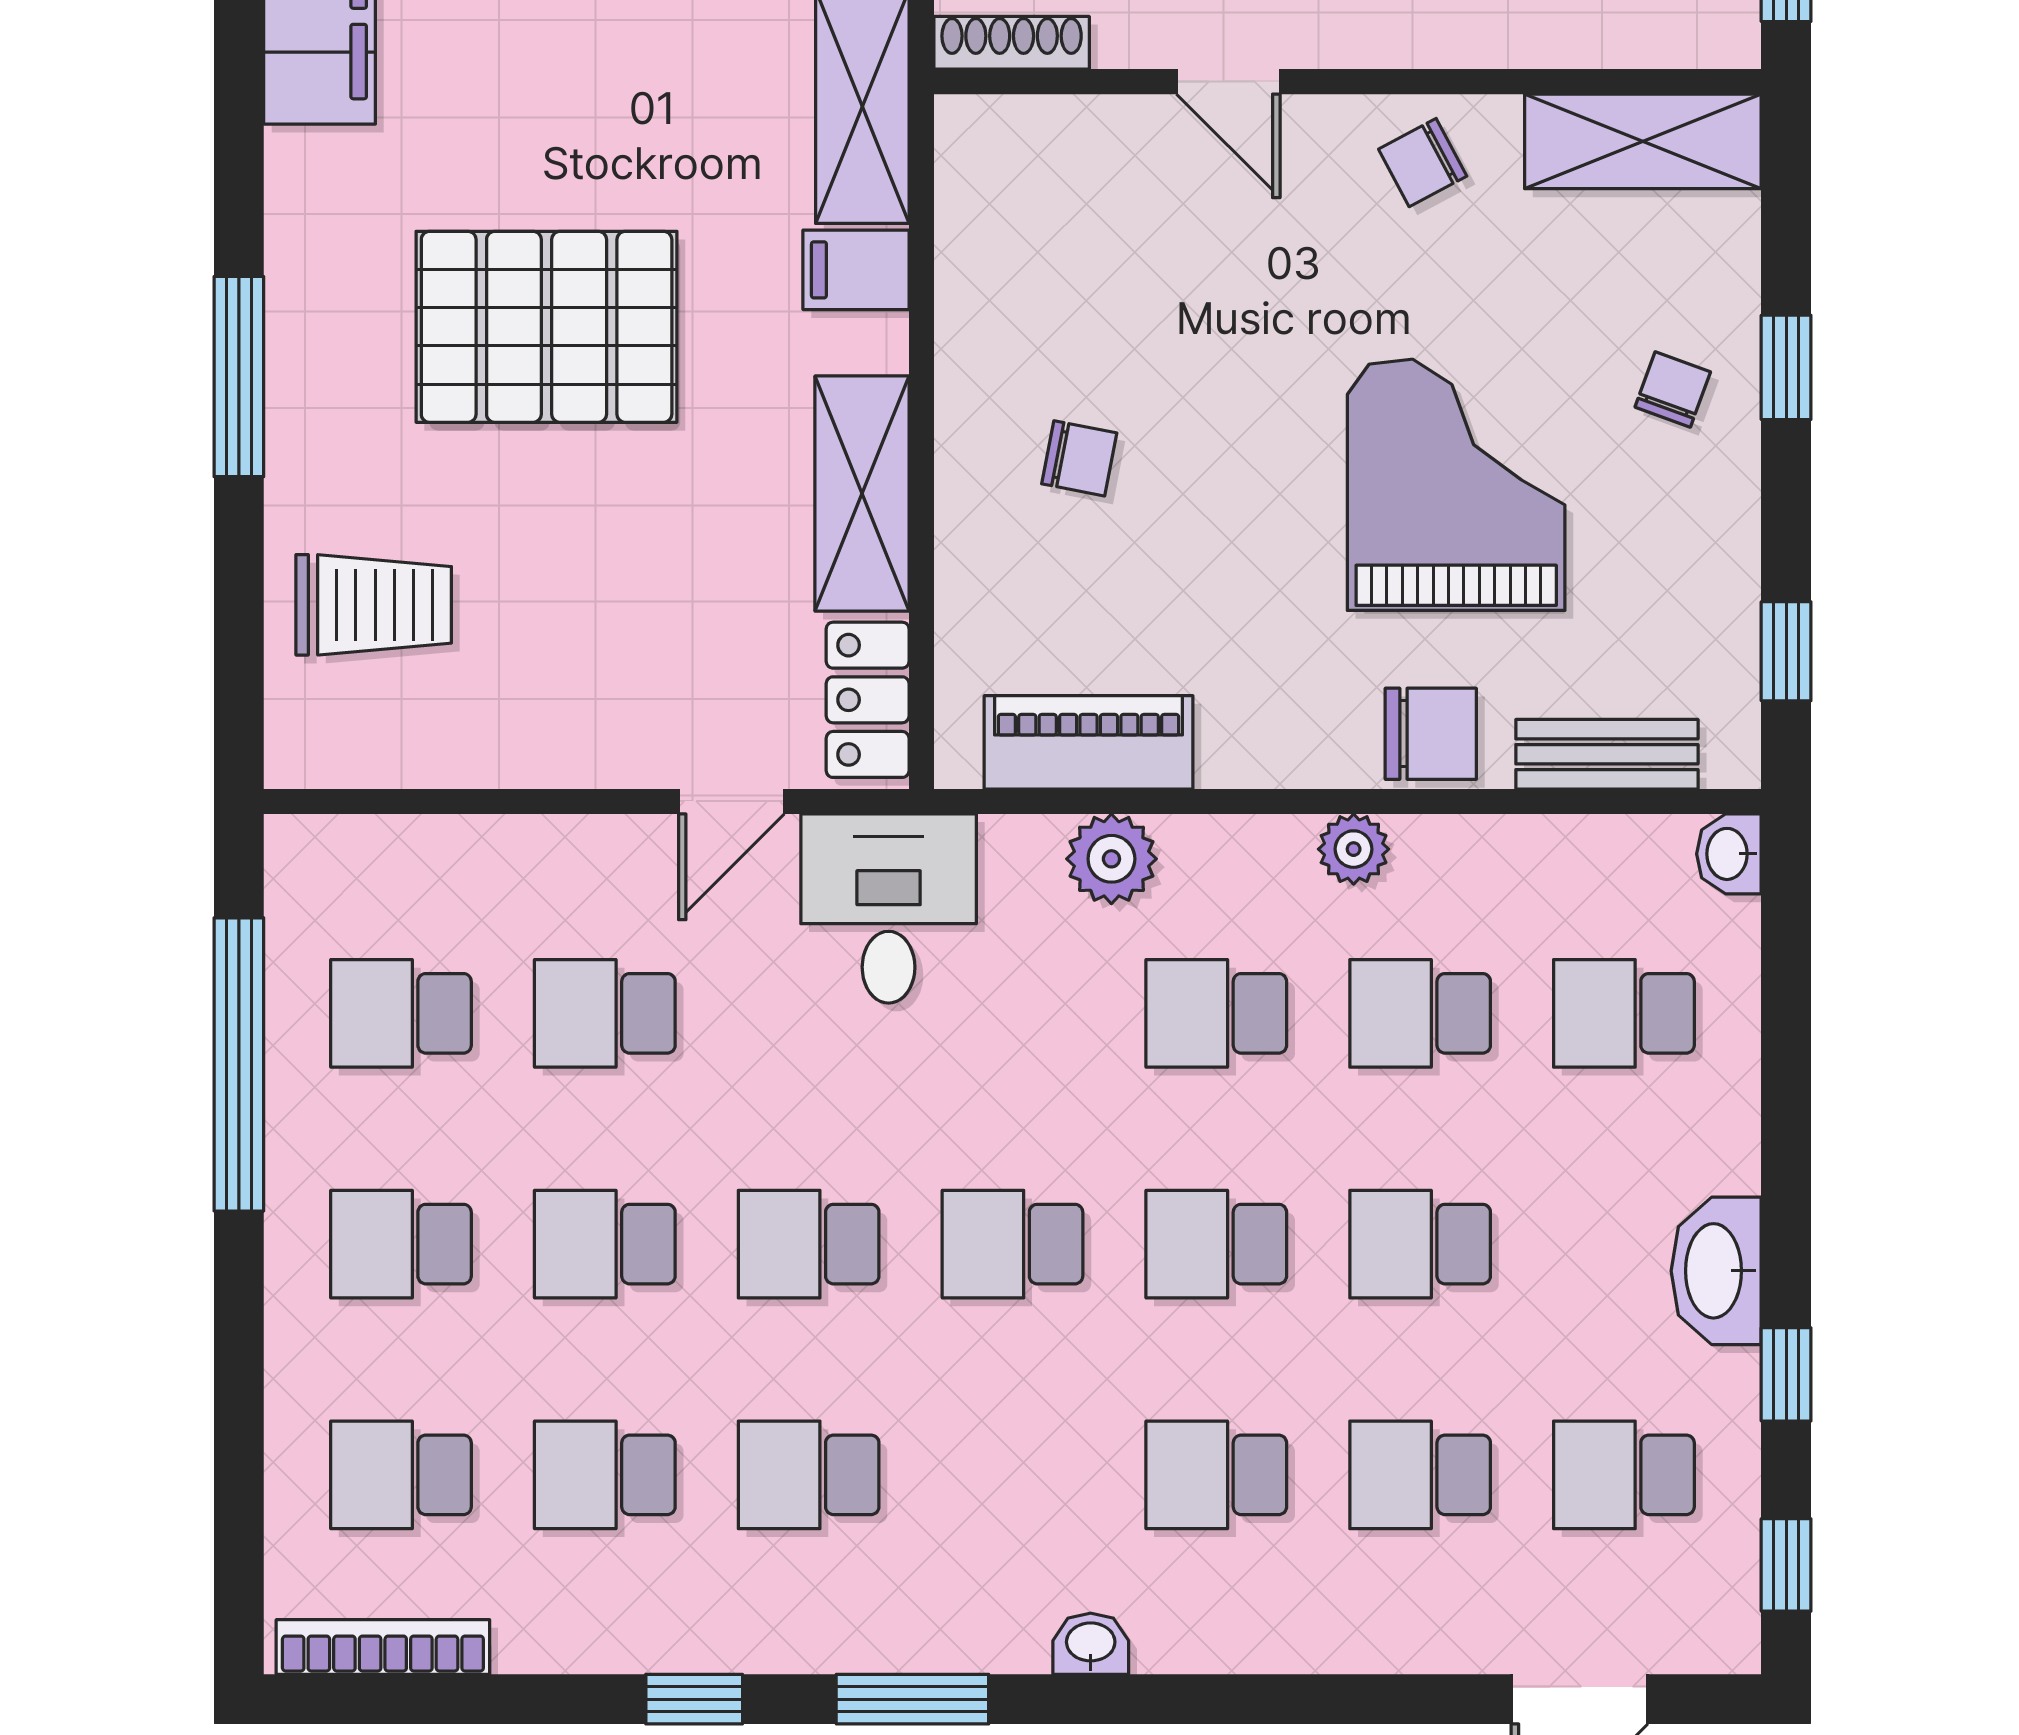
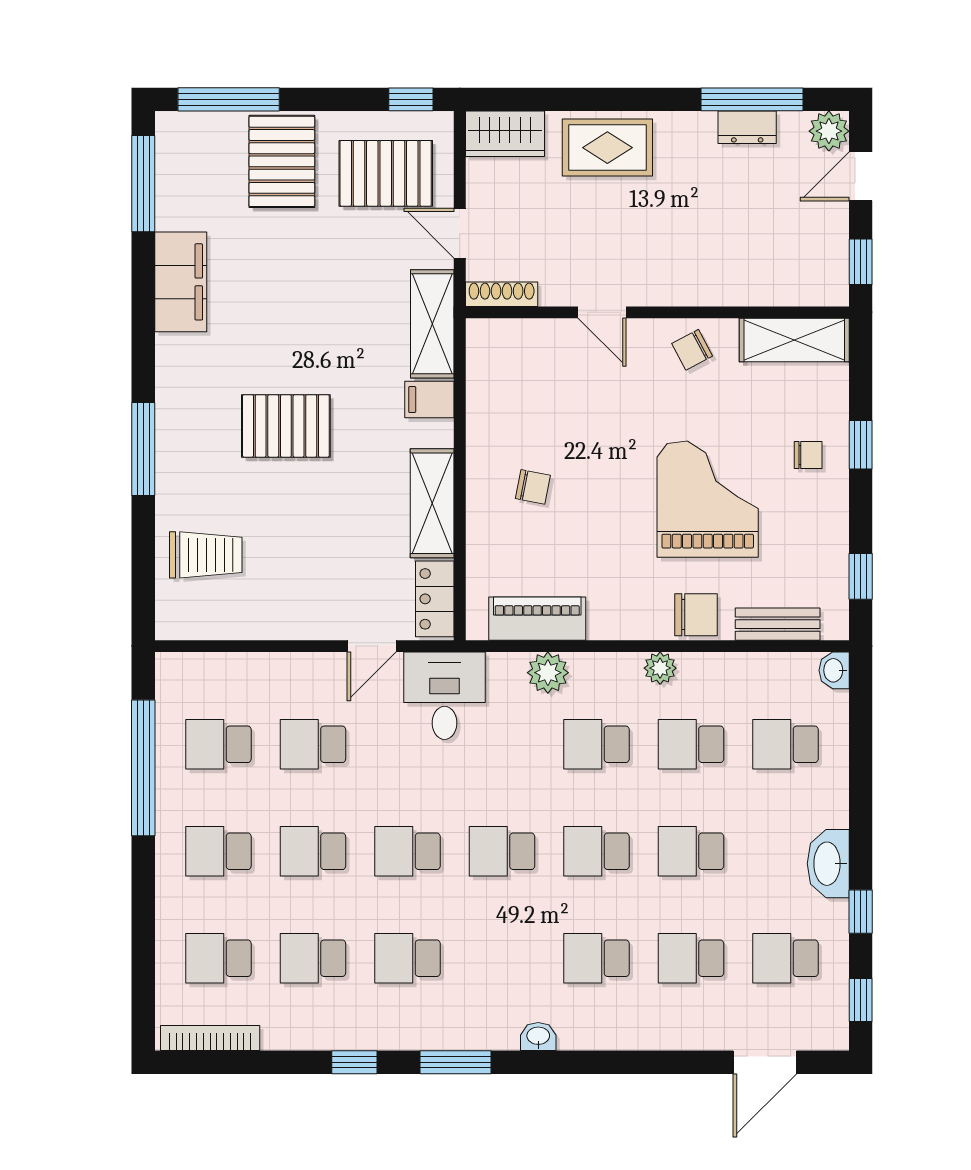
pallet: (547, 327) -> (286, 426), width x0.73, depth x0.71
chair: (1673, 389) -> (808, 455), turned 70

